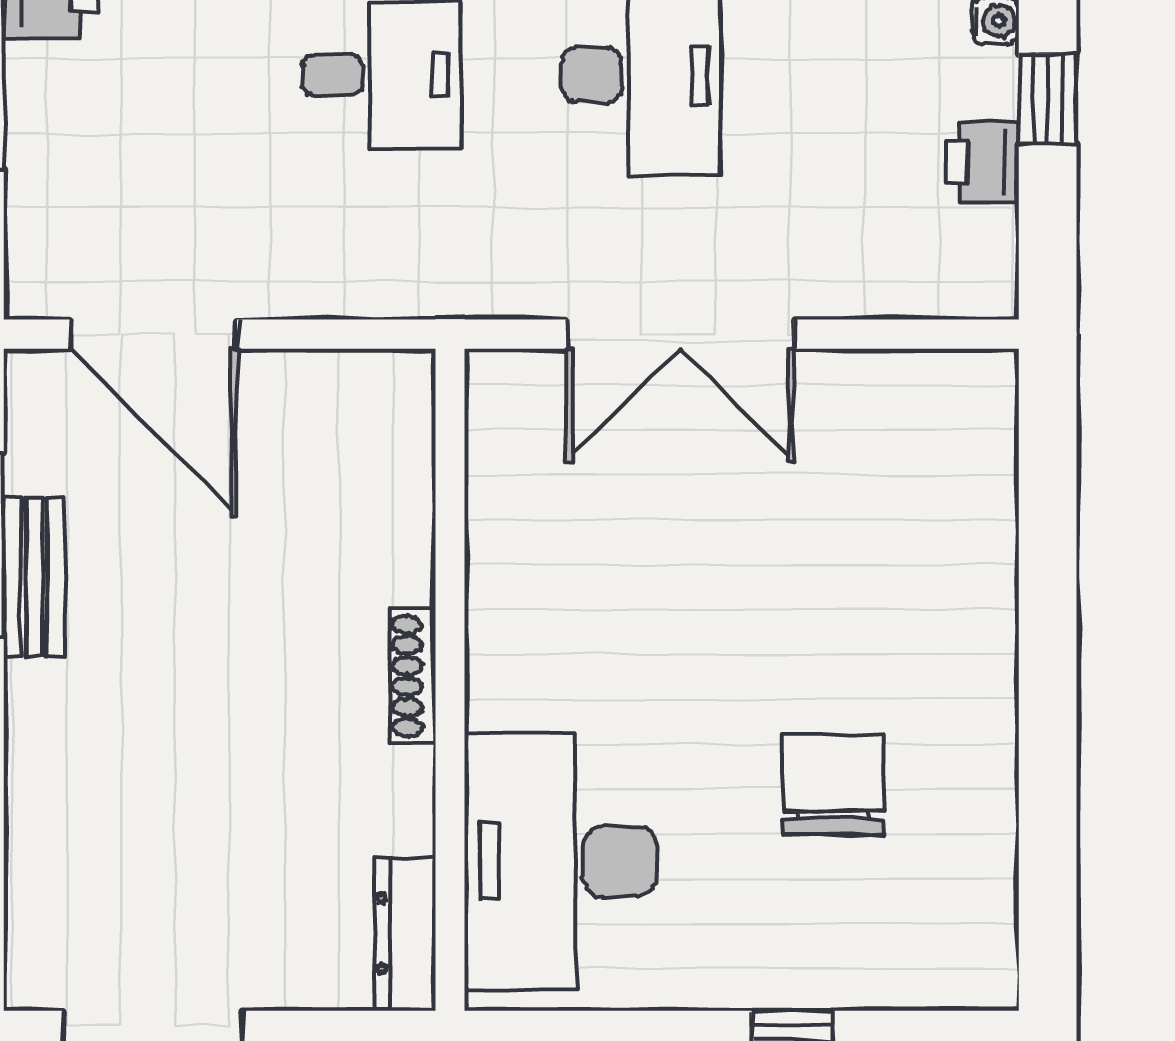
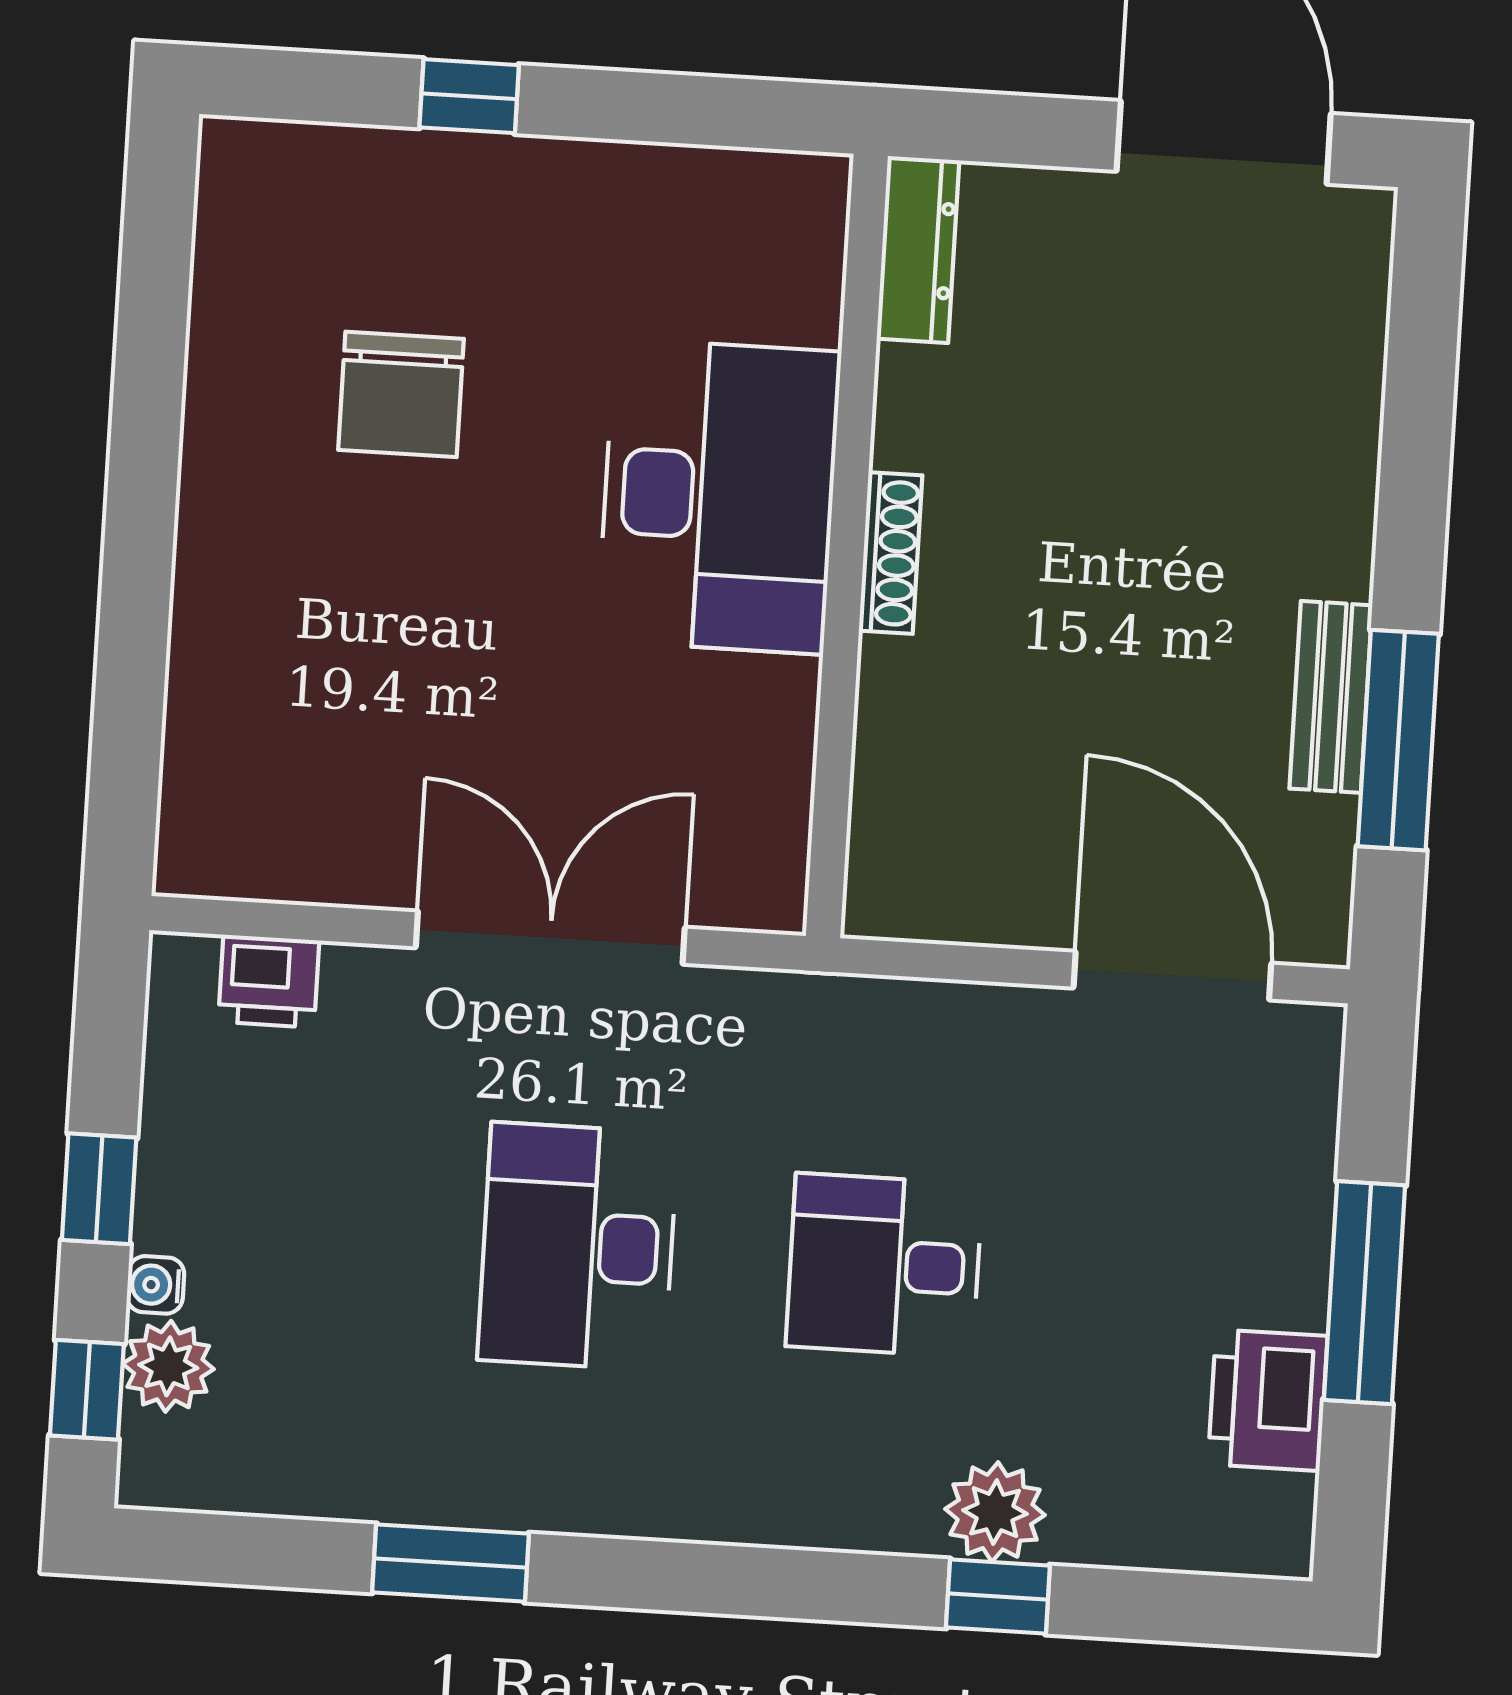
printer: (982, 162) -> (269, 981), moved, turned 90
desk: (561, 861) -> (719, 496), moved

